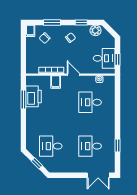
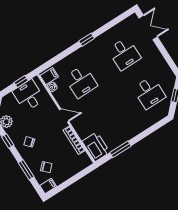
door: (74, 75) -> (64, 115), swing flipped
filing cabinet: (56, 82) -> (49, 76), moved
printer: (34, 96) -> (96, 147), moved, turned 90
window: (118, 145) -> (87, 40), moved

